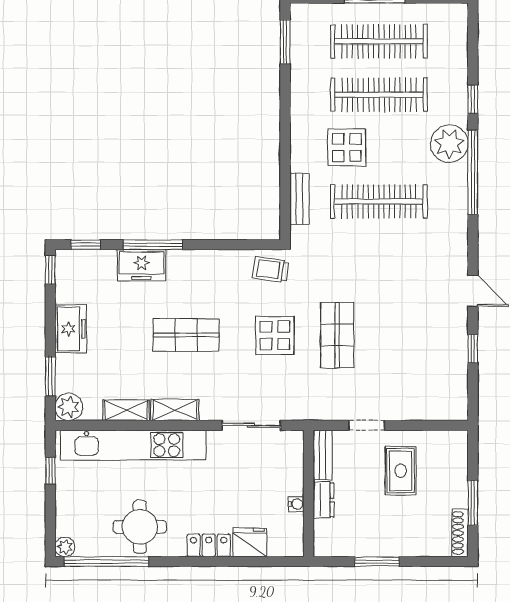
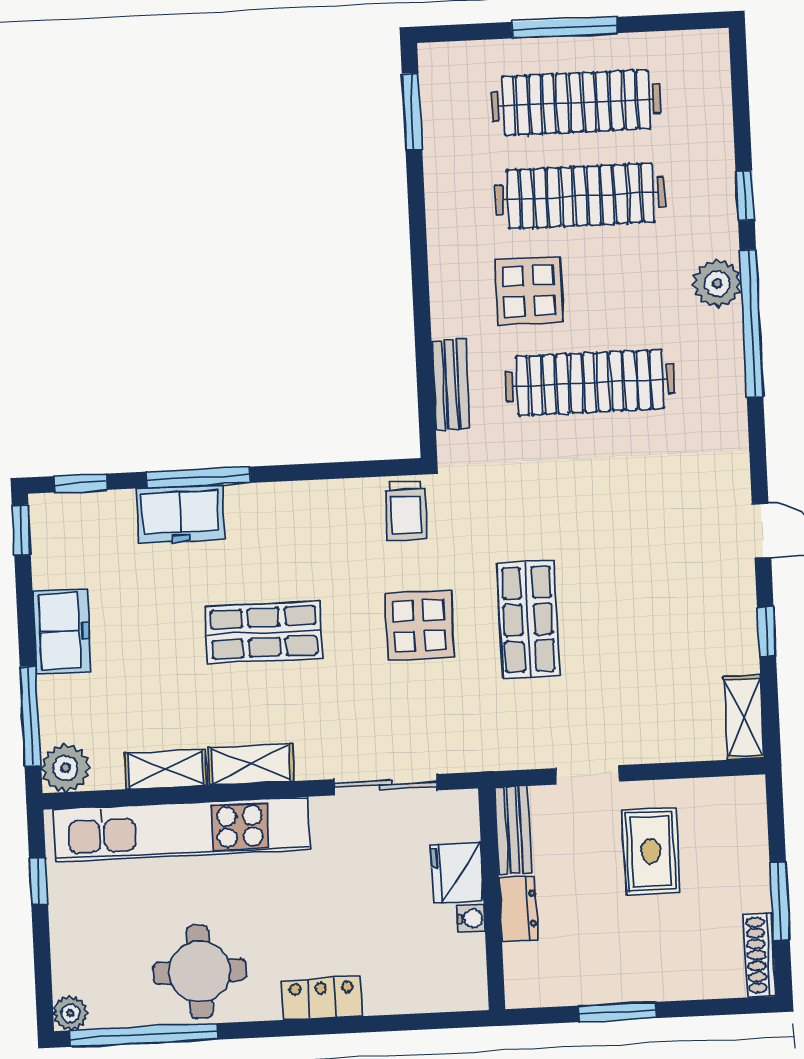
plant: (449, 144) -> (717, 284), width x0.73, depth x0.73
trolley: (270, 269) -> (406, 511), turned -98
window: (50, 376) -> (30, 716), width x1.44
shelving: (457, 397) -> (744, 717), added
fridge: (250, 542) -> (457, 873), moved, turned -90

